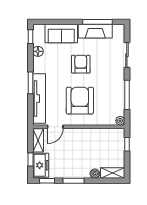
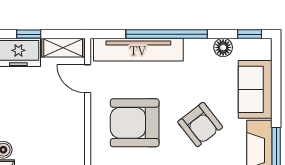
armchair: (81, 64) -> (200, 125), turned 52
window: (30, 83) -> (167, 34), width x2.11
armchair: (80, 101) -> (135, 123), turned 180

